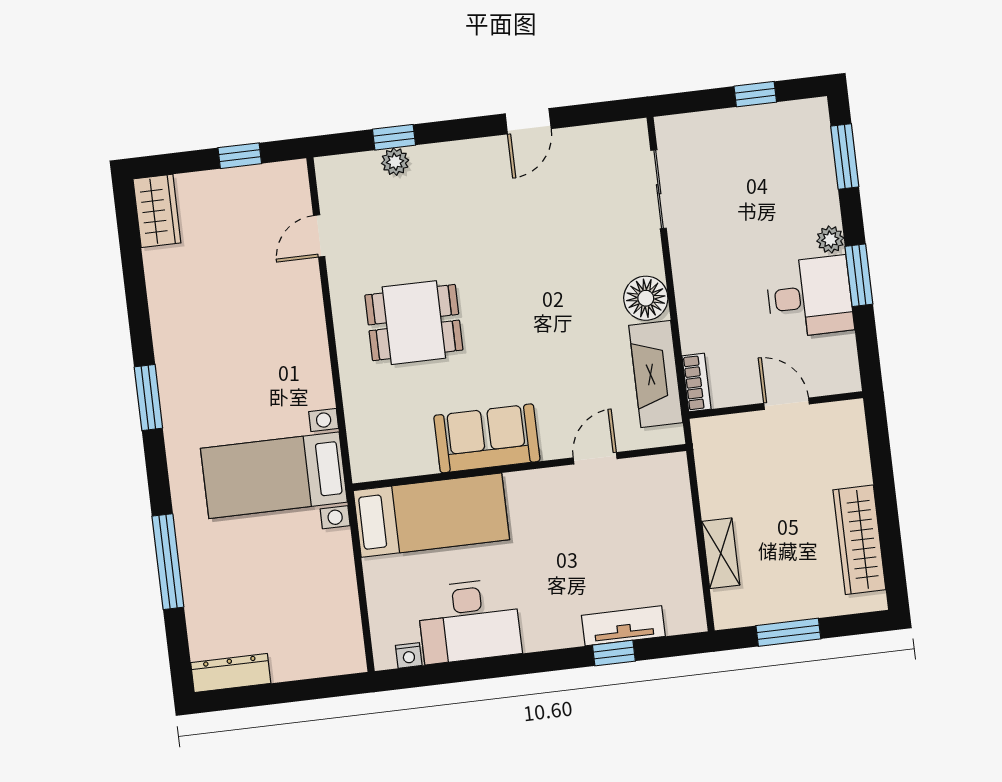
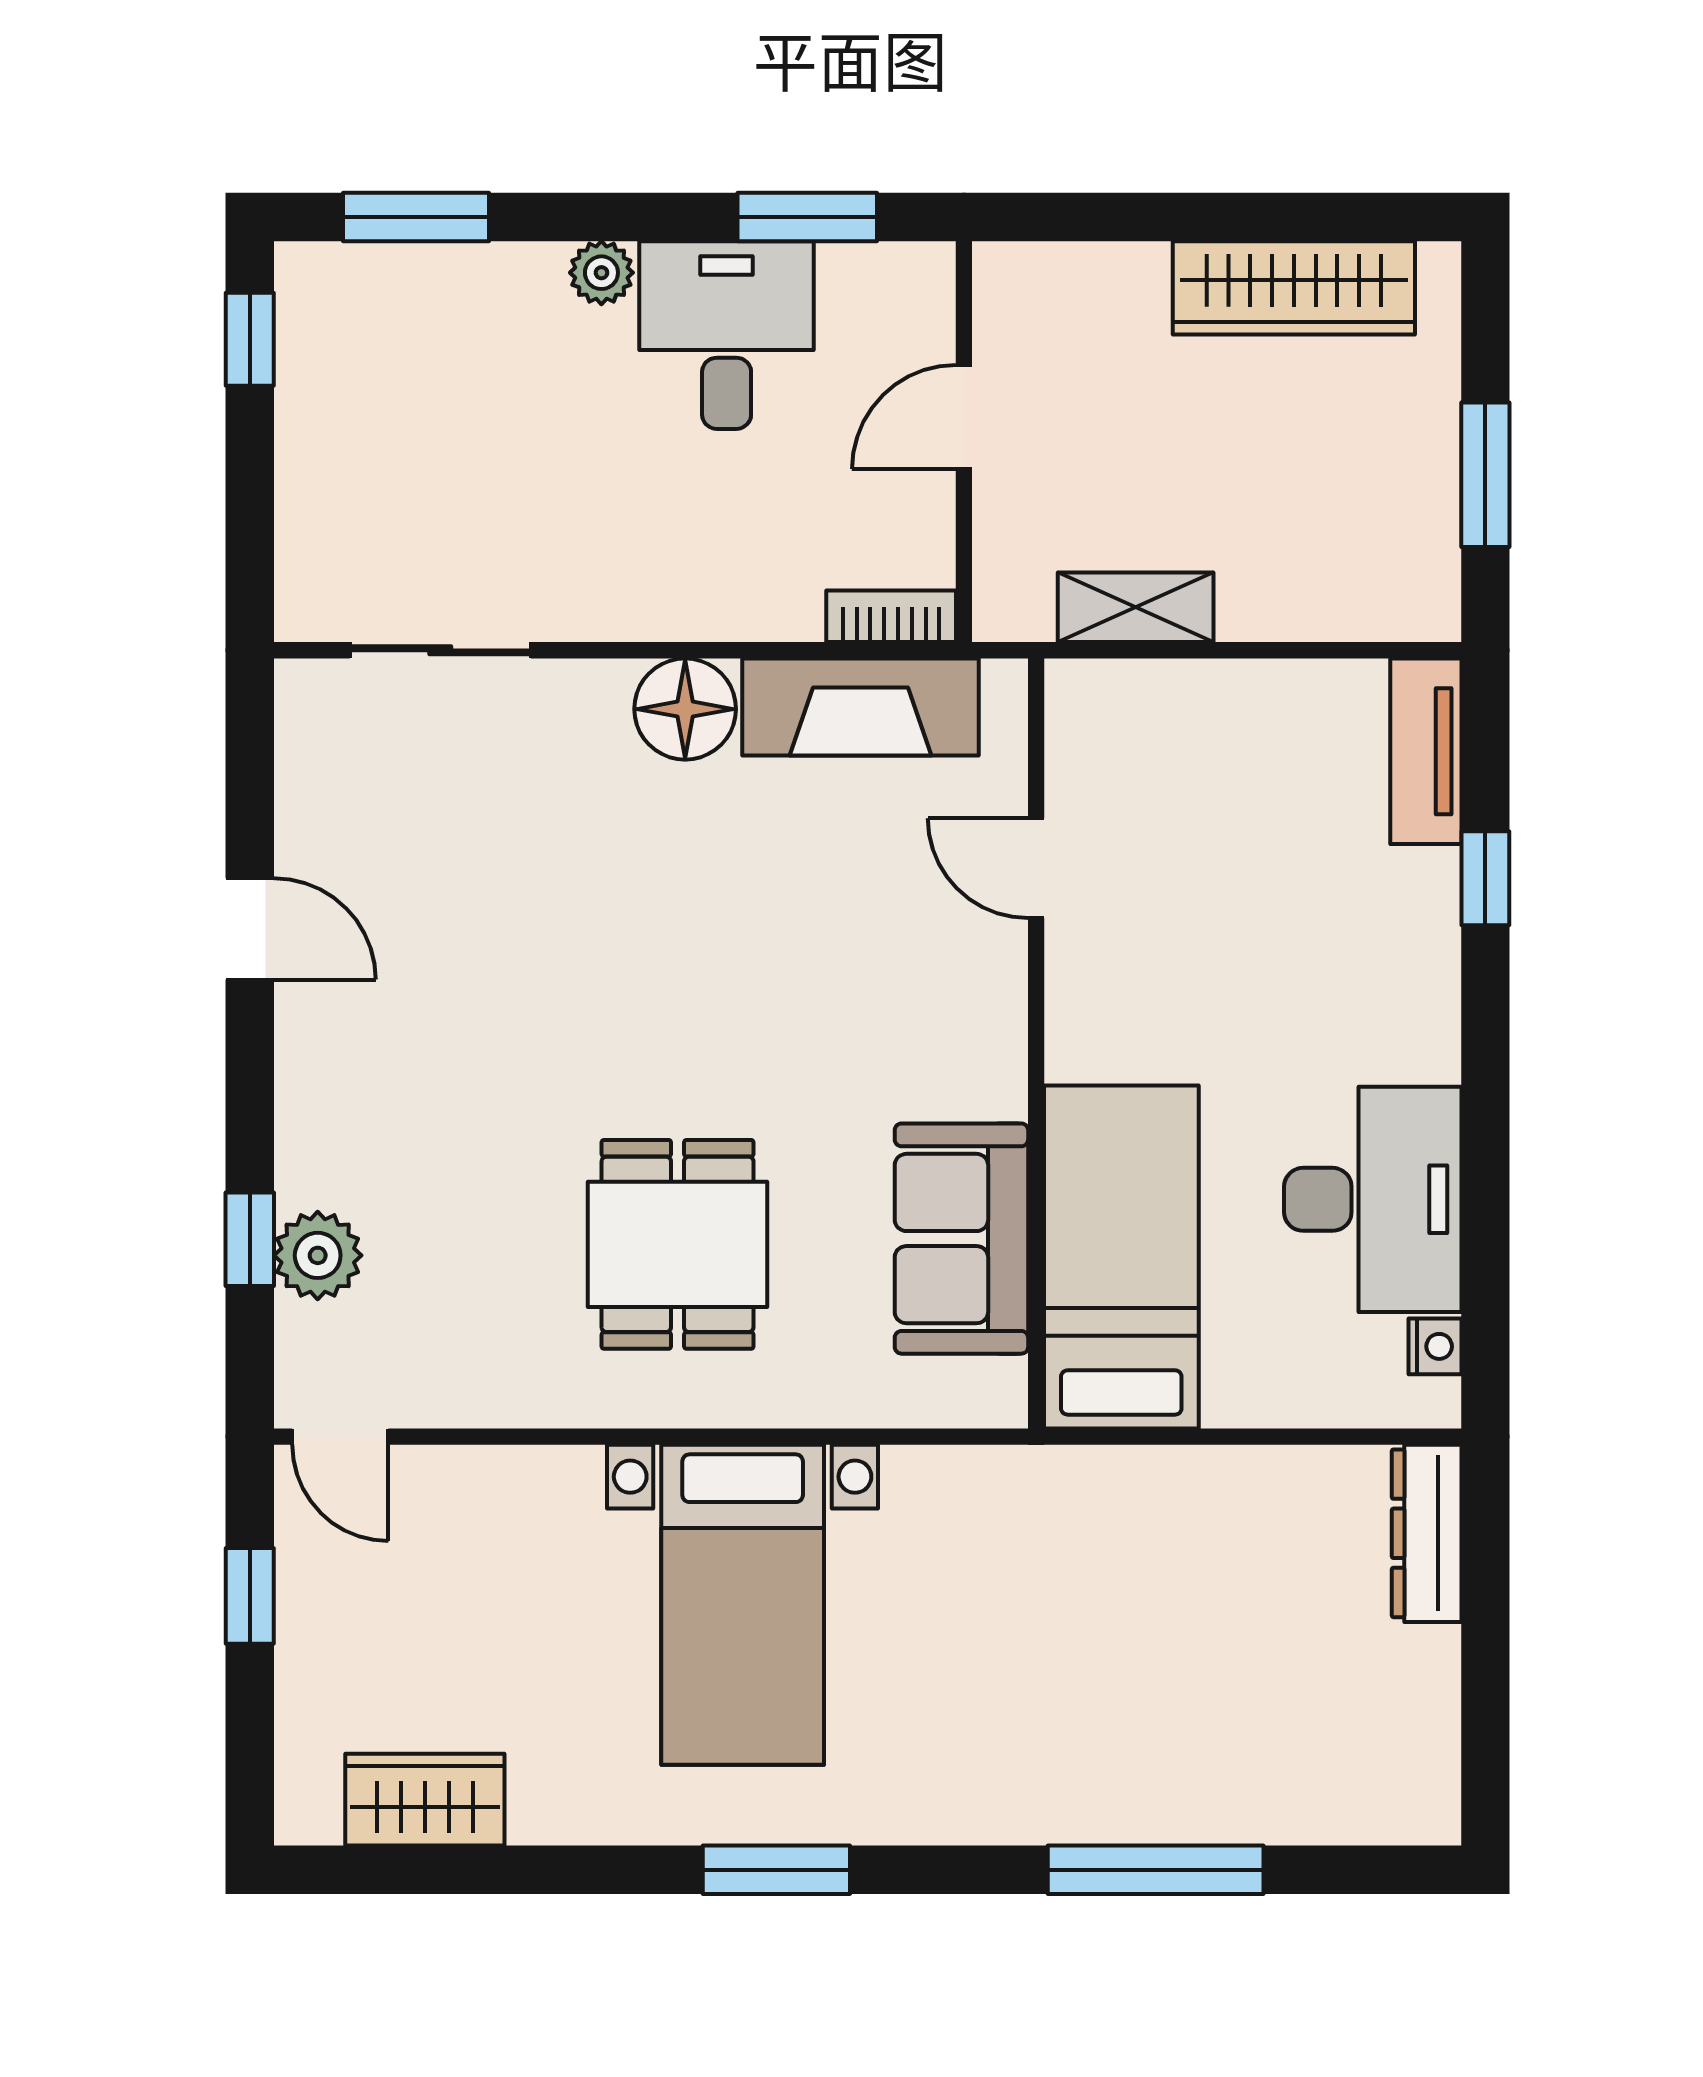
window: (755, 94) -> (250, 339), moved
plant: (395, 162) -> (318, 1255), width x1.38, depth x1.38
wardrobe: (157, 211) -> (425, 1800), moved
door: (319, 236) -> (340, 1437), moved
window: (859, 275) -> (807, 217), moved
sofa: (487, 438) -> (961, 1239), moved
bed with nightstands: (274, 475) -> (743, 1605), moved
shelving: (721, 553) -> (1136, 607), moved
tv unit: (623, 626) -> (1426, 751), moved
dresser: (231, 673) -> (1427, 1533), moved

